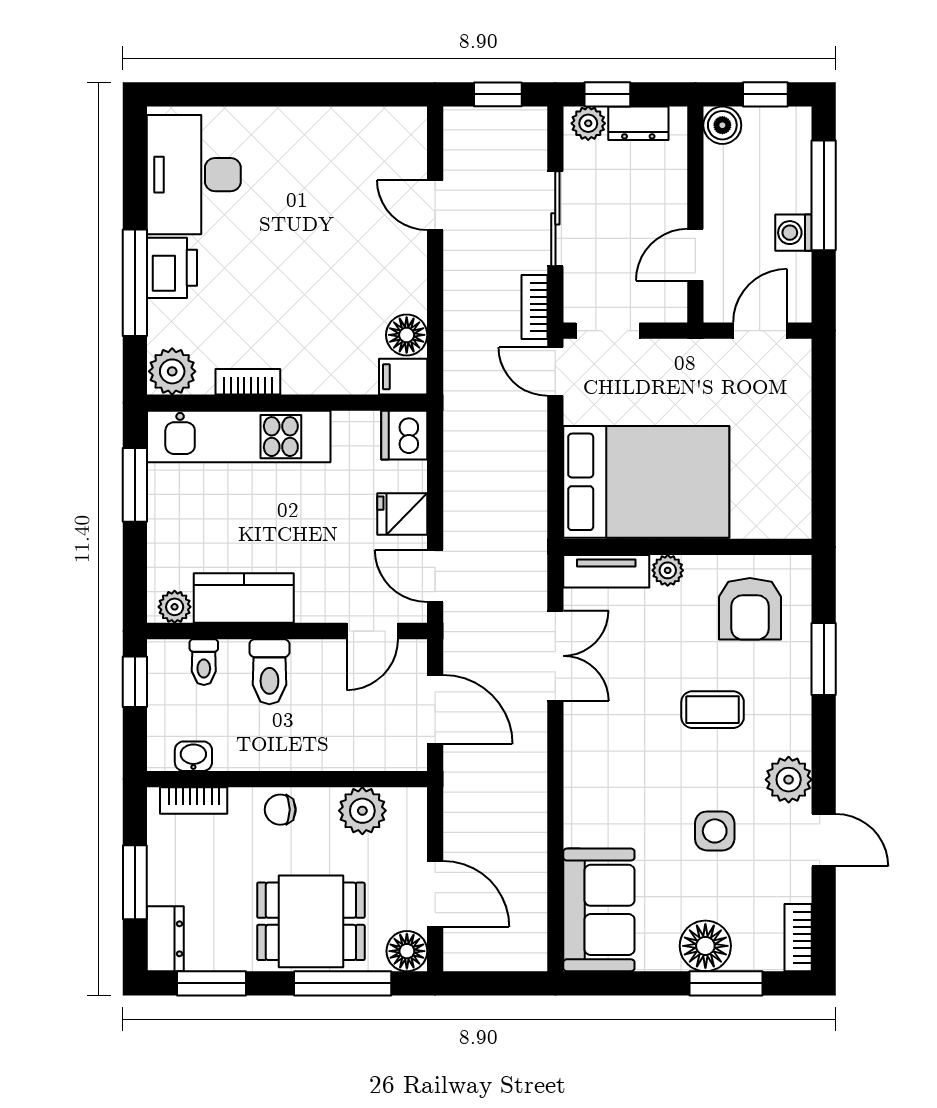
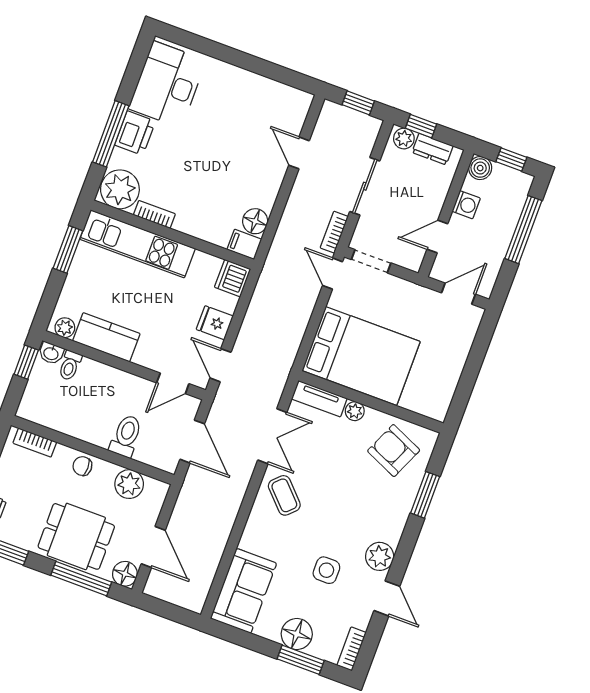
washing machine: (793, 233) -> (466, 205), moved, turned 180
plant: (172, 371) -> (120, 189), width x1.36, depth x1.36
armchair: (750, 609) -> (394, 451), turned 114
toilet: (269, 672) -> (126, 436), moved, turned 180
coffee table: (713, 710) -> (284, 495), moved, turned 46
washbasin: (193, 756) -> (51, 353), moved, turned 180

